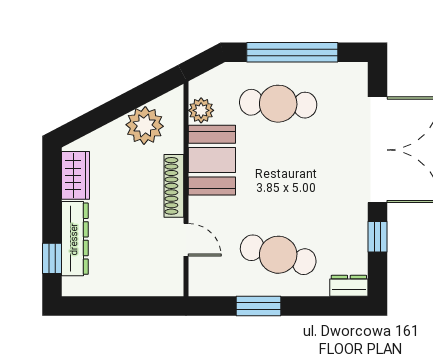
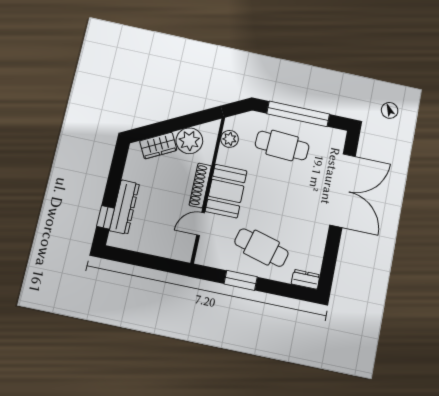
booth: (212, 160) -> (226, 191), moved
wardrobe: (76, 175) -> (158, 146), moved, turned 62
window: (377, 237) -> (332, 249), removed
door: (186, 240) -> (201, 224), swing flipped

